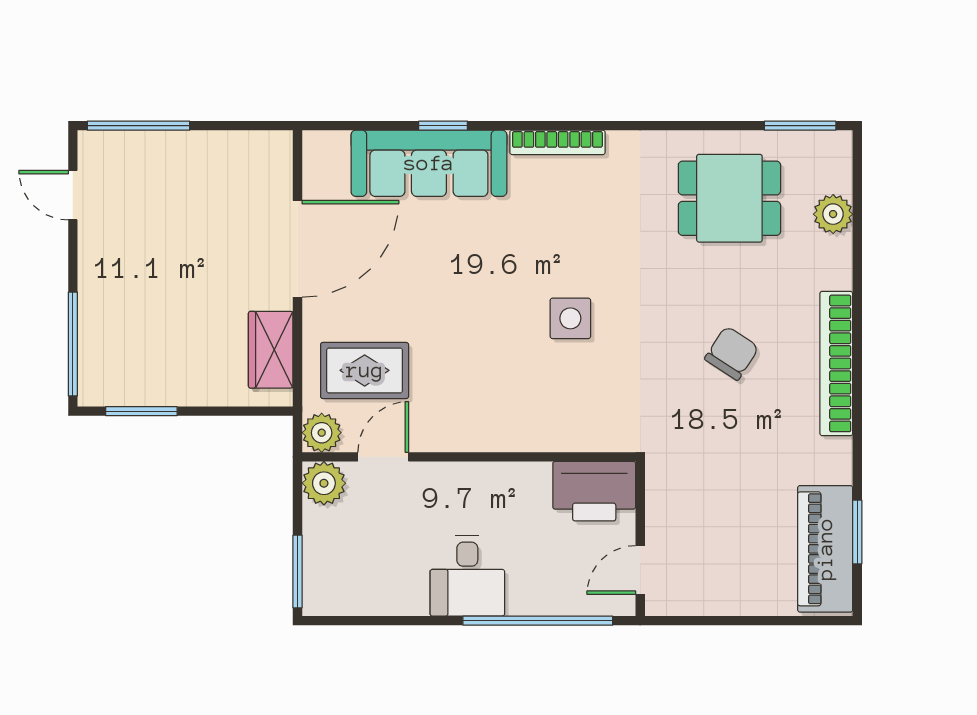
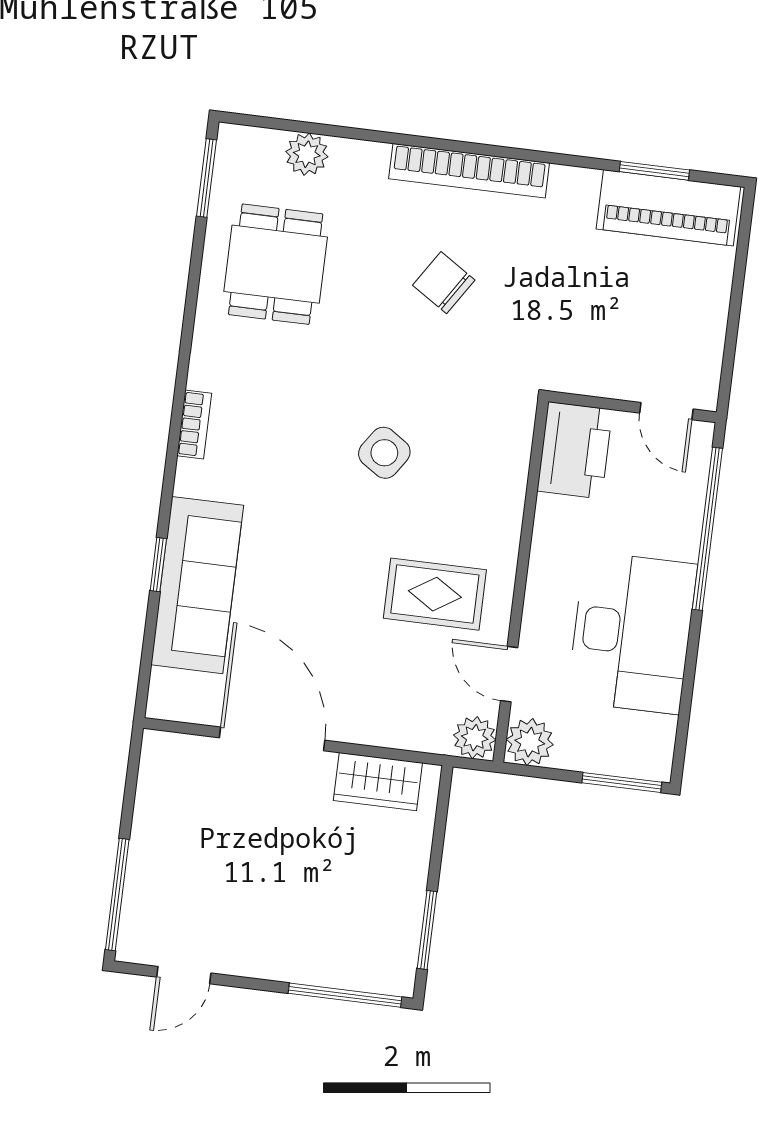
bookcase: (557, 142) -> (194, 424), width x0.64
side table: (570, 318) -> (384, 453), turned 34
rug: (365, 370) -> (435, 594), moved, turned 90
desk: (467, 576) -> (632, 633), width x1.87, depth x1.30

